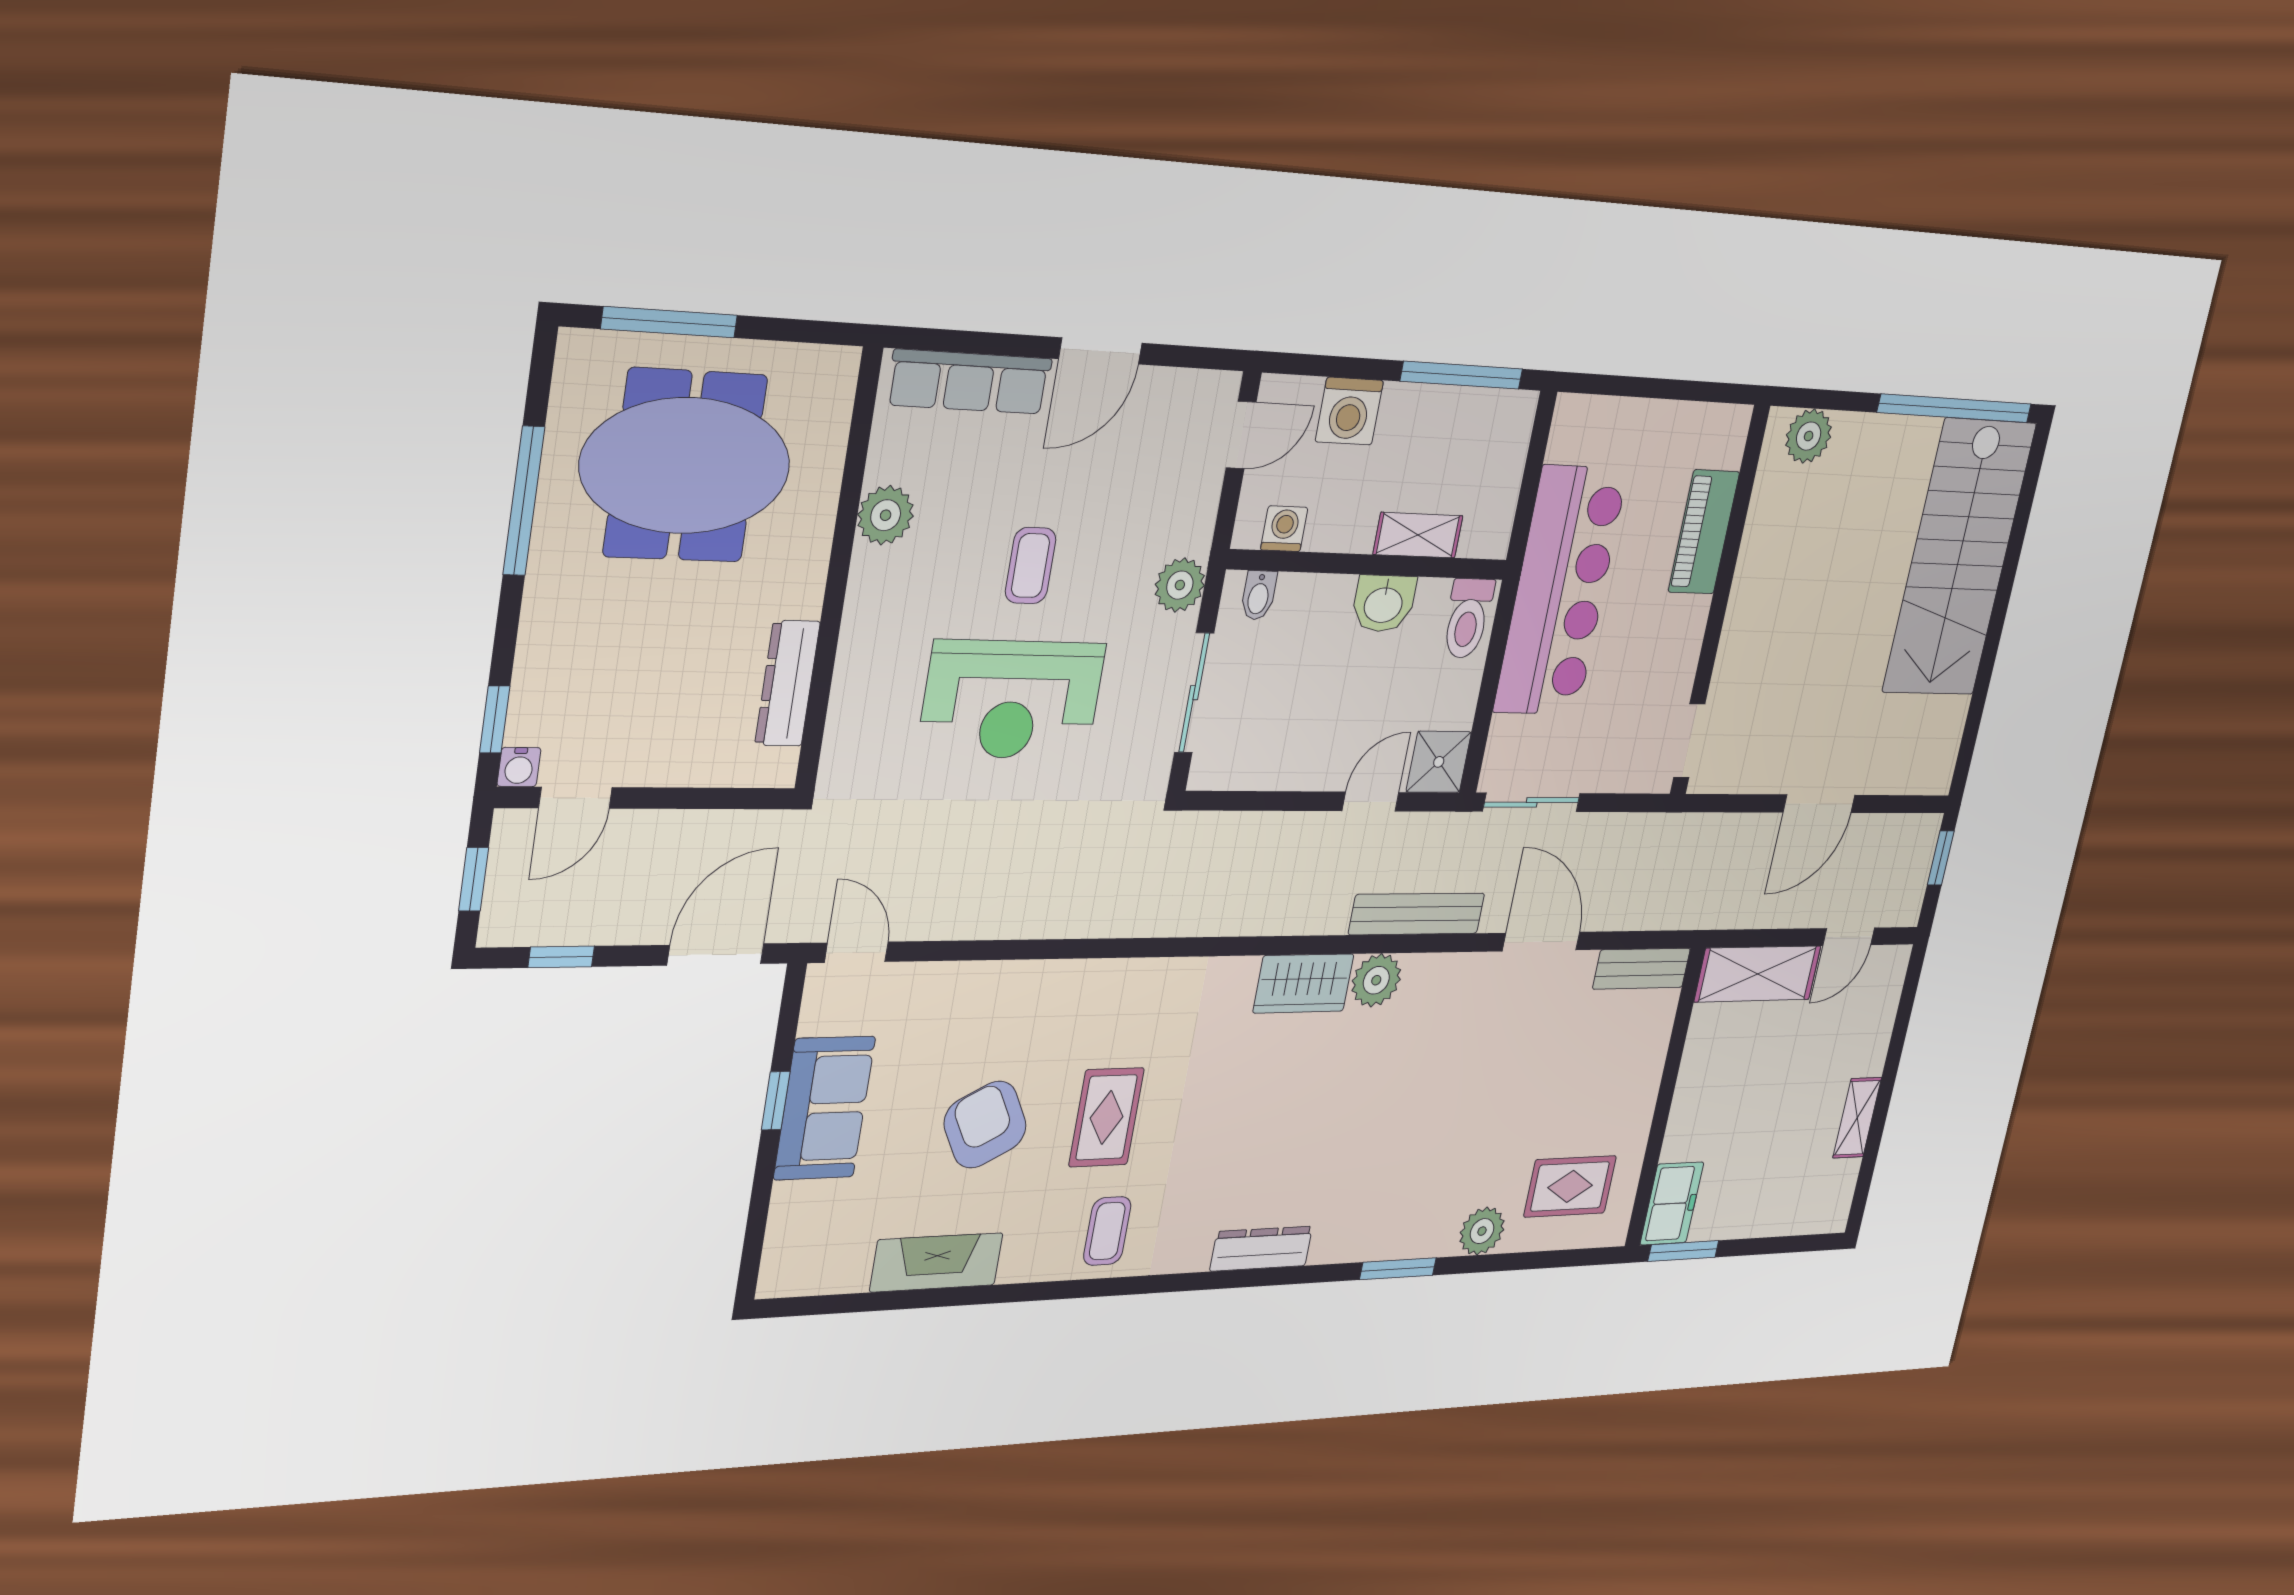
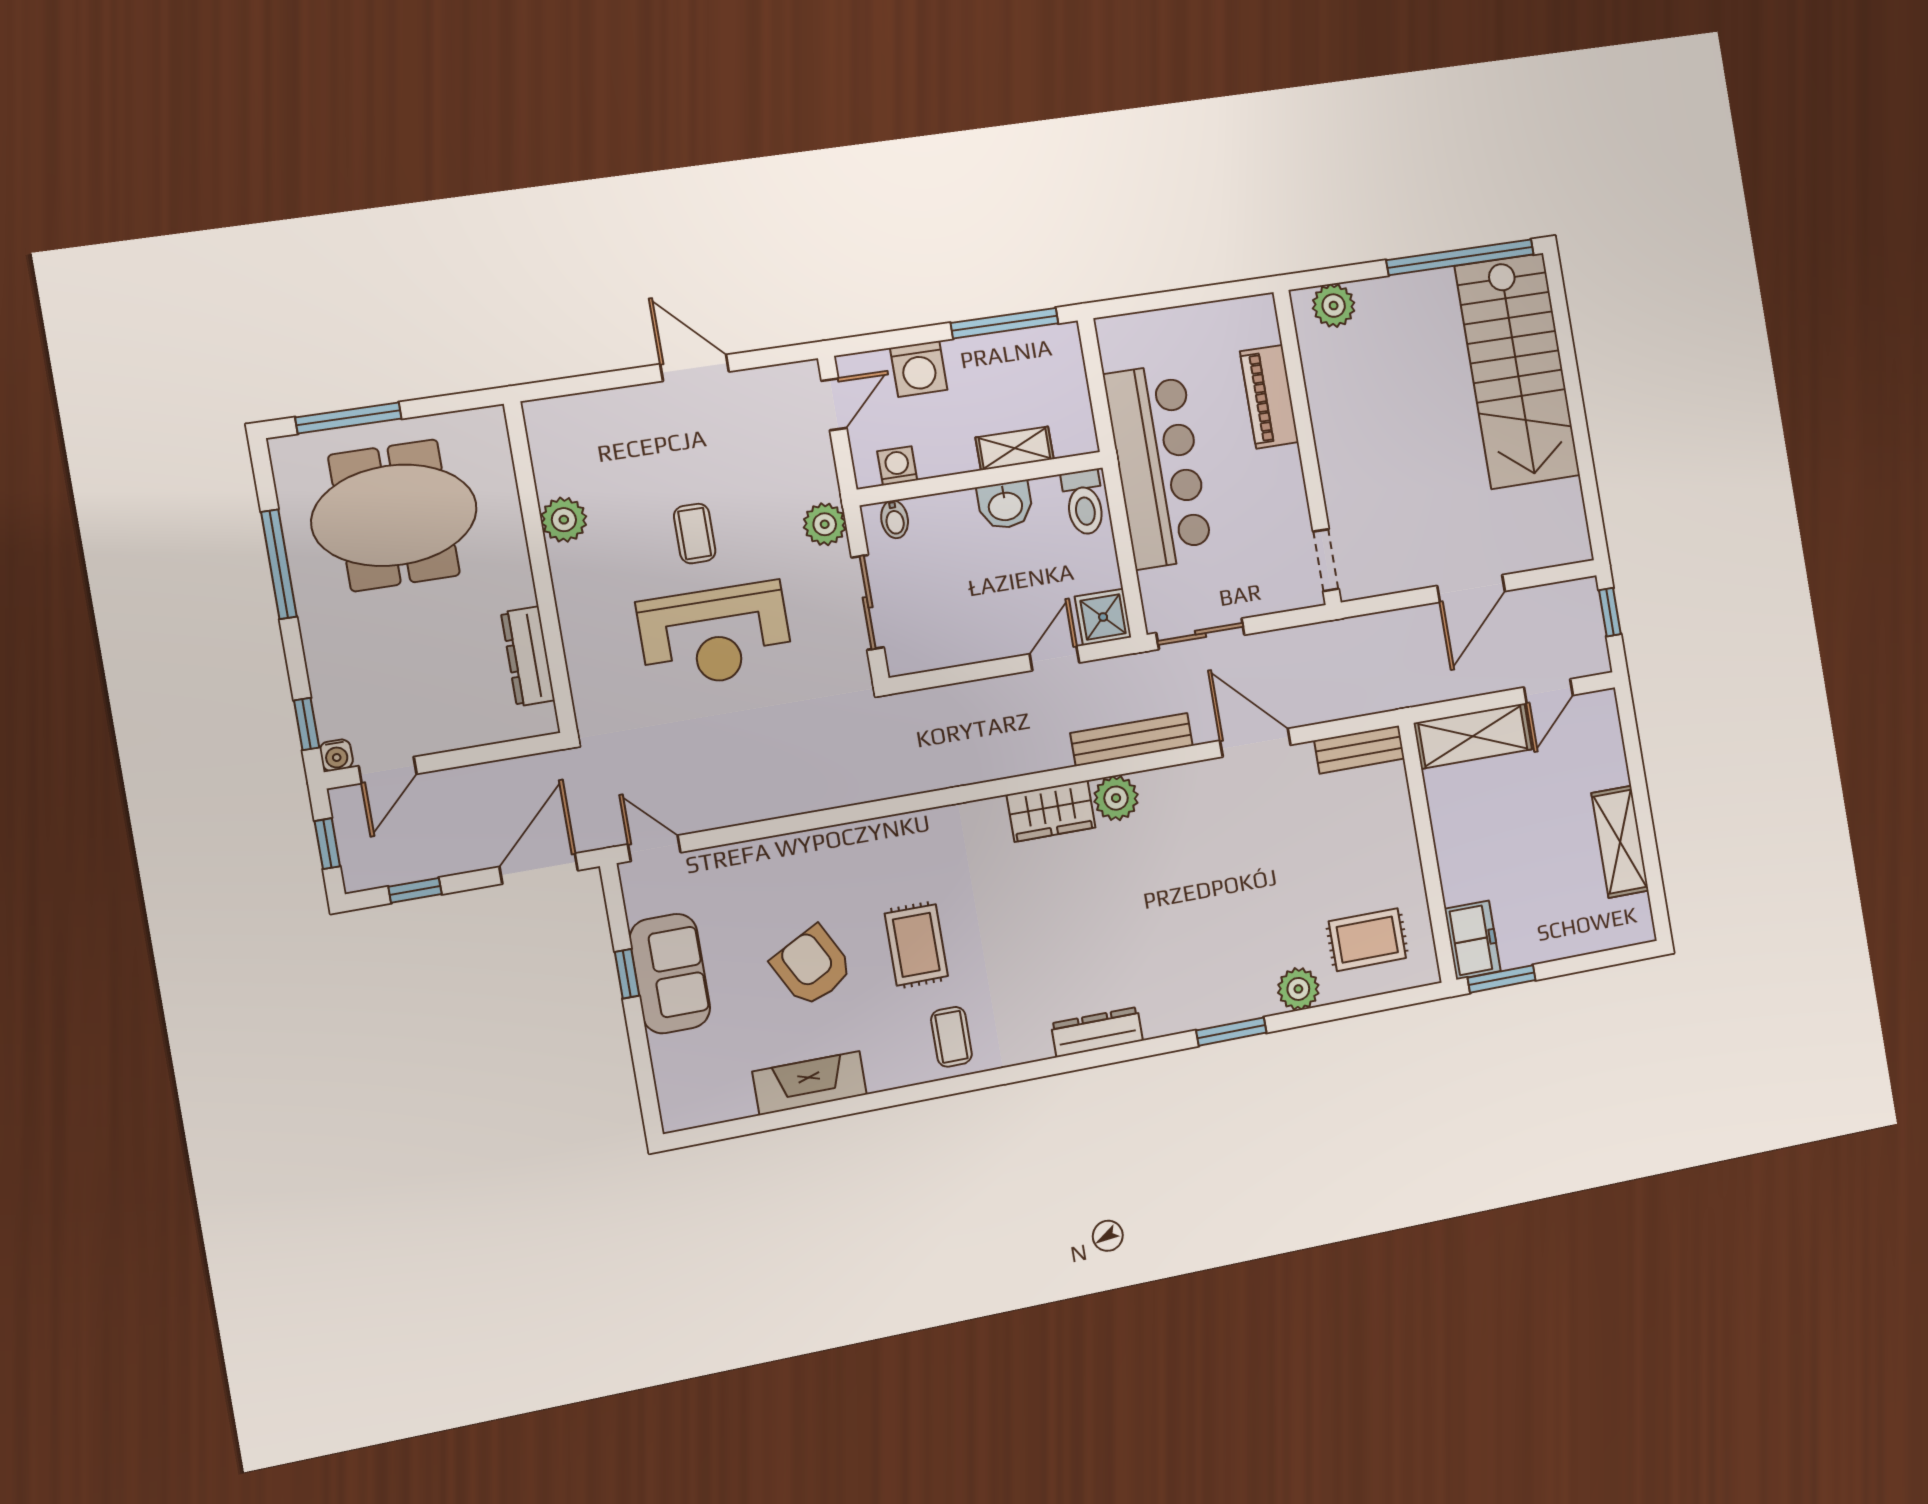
door: (1100, 351) -> (695, 368), swing flipped
row of seats: (969, 382) -> (597, 411), removed
shelving: (1857, 1118) -> (1620, 842), width x1.50, depth x1.33

